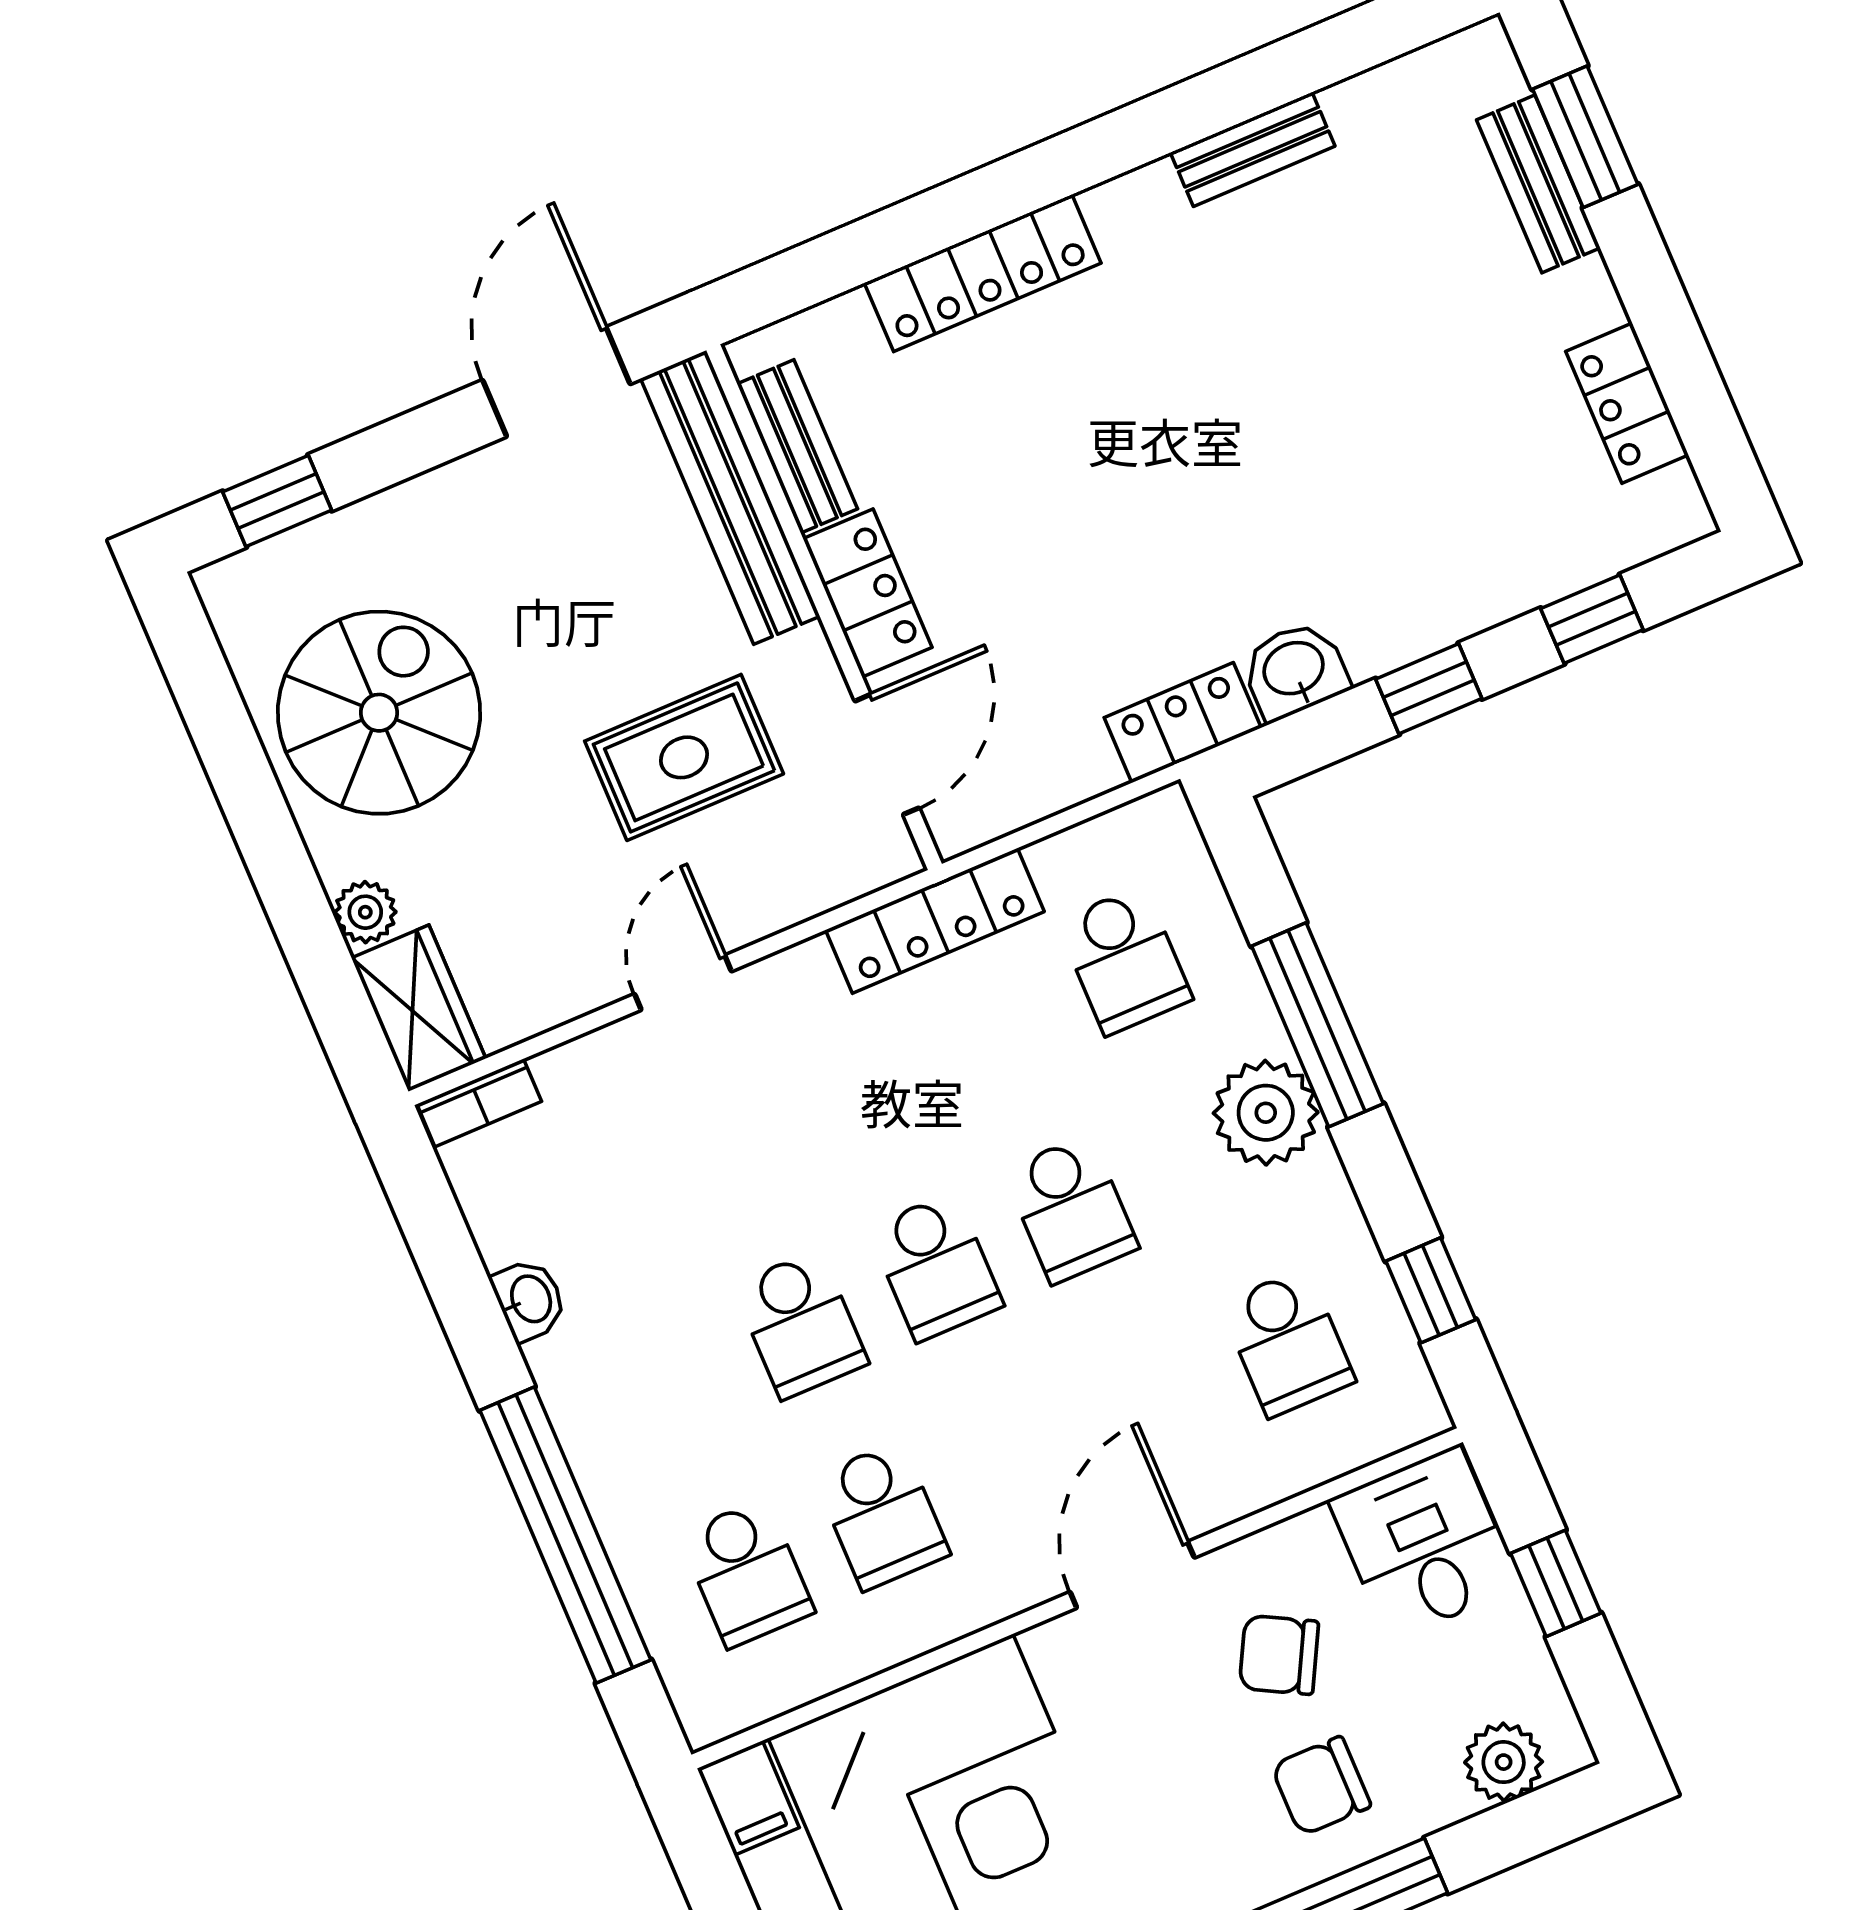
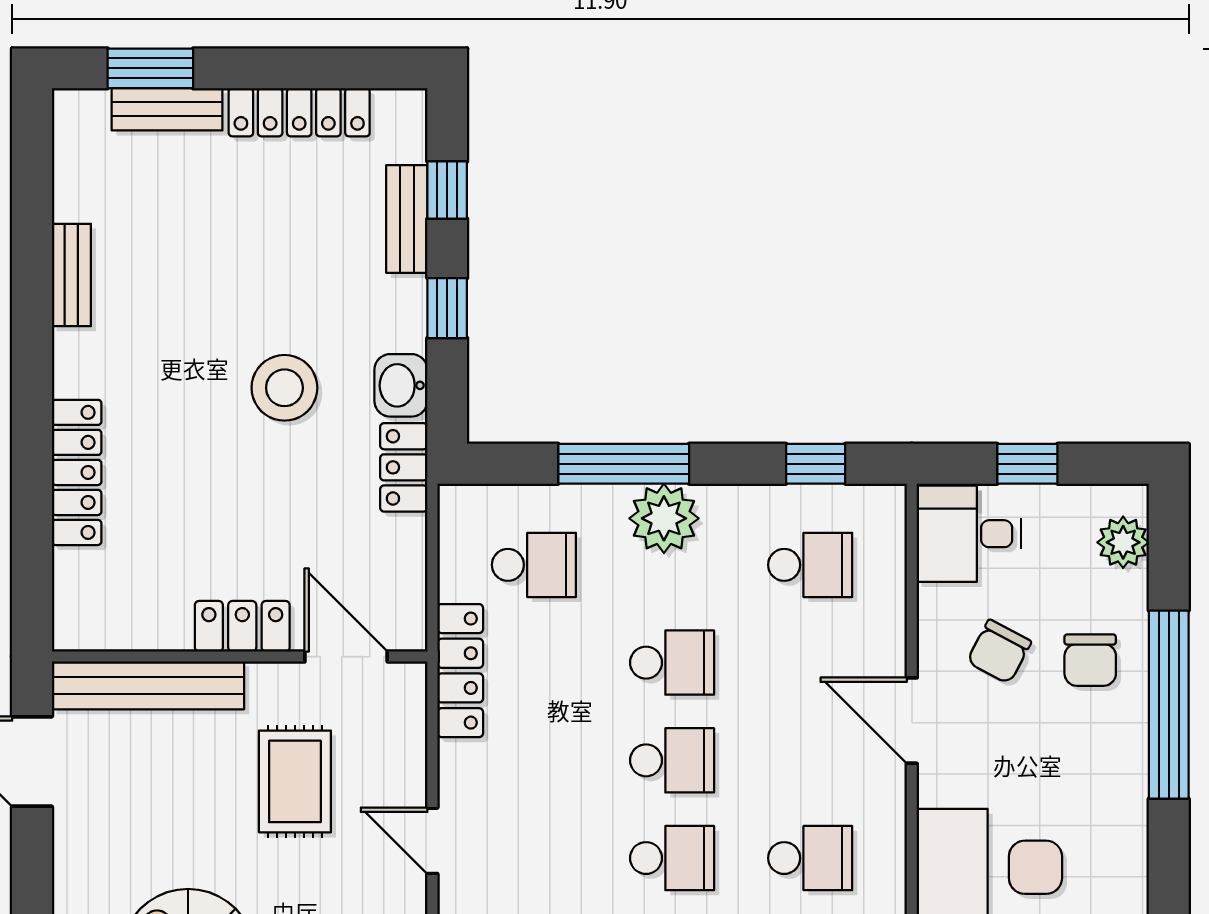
locker: (1627, 403) -> (299, 112), width x1.53
bench: (797, 446) -> (407, 219), moved, turned 90
stool: (1222, 511) -> (284, 388), added

